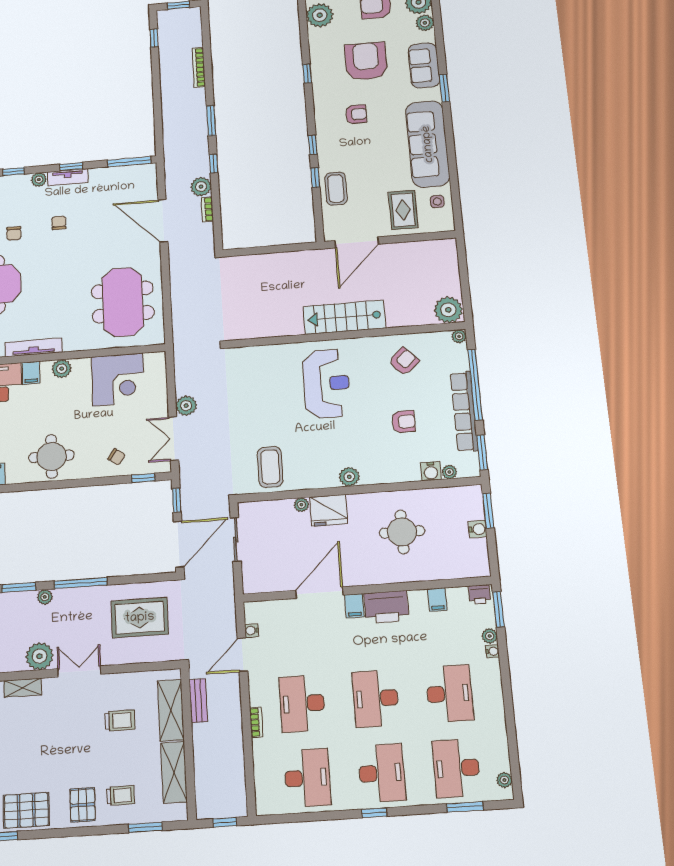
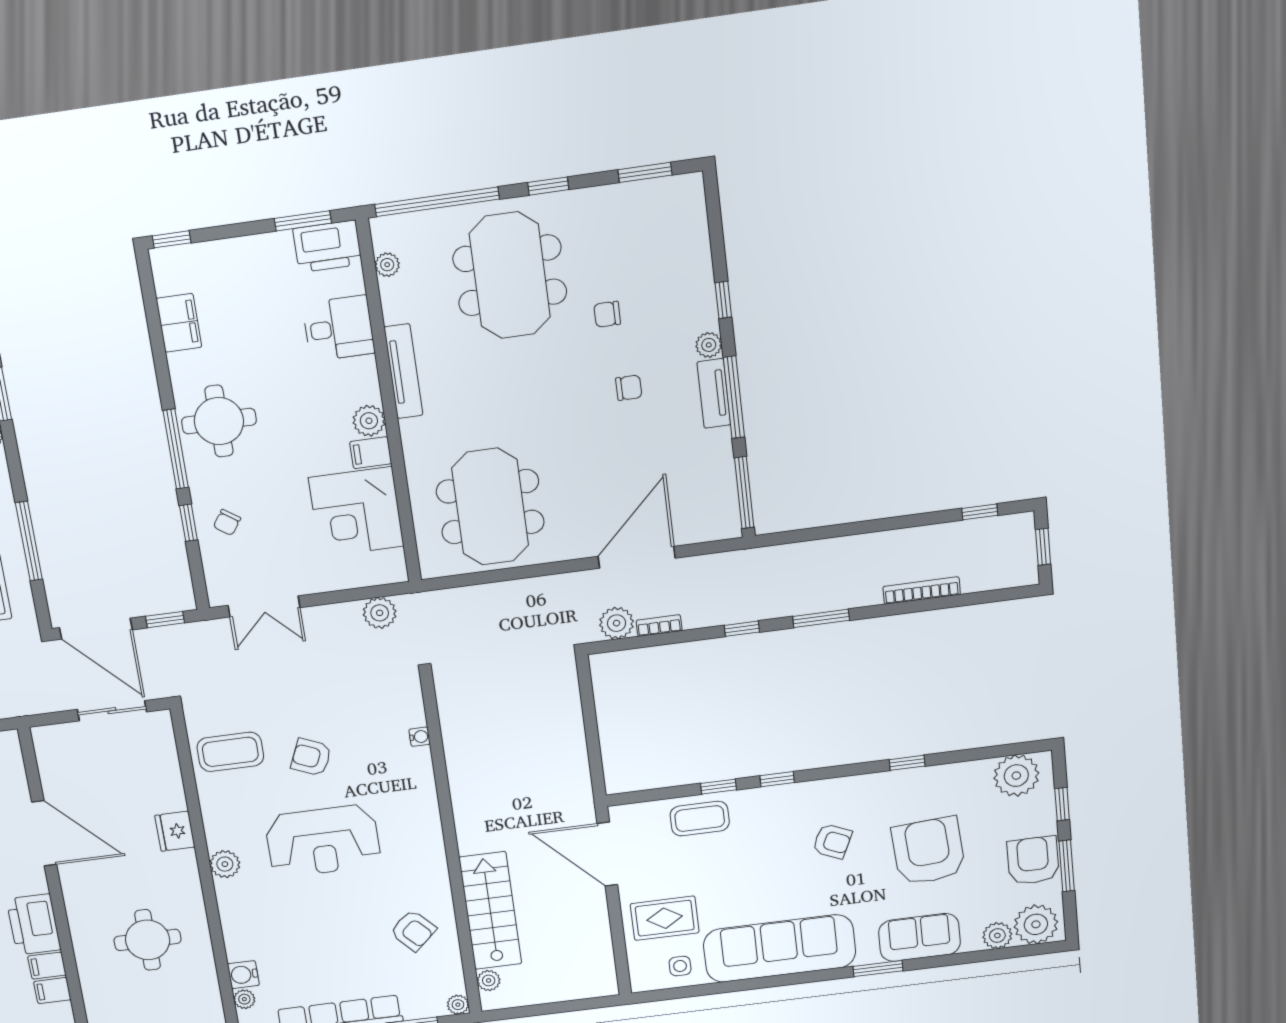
armchair: (366, 61) -> (928, 851), turned -94
armchair: (356, 114) -> (832, 841), turned -66
window: (71, 167) -> (734, 397), width x2.17
plant: (201, 187) -> (617, 623), moved
meeting table: (123, 302) -> (490, 507), turned 90
plant: (448, 310) -> (489, 980), width x0.53, depth x0.53
stairs: (344, 317) -> (490, 911), moved
water cooler: (269, 350) -> (420, 737), added
filing cabinet: (31, 373) -> (371, 453), moved
reception desk: (326, 384) -> (323, 841), moved
plant: (186, 406) -> (380, 613), moved
armchair: (403, 422) -> (311, 757), moved, turned 113
double door: (174, 439) -> (264, 606), swing flipped
window: (143, 478) -> (188, 523), moved
window: (66, 484) -> (176, 449), added
plant: (301, 505) -> (175, 800), removed
fridge: (329, 510) -> (175, 831), width x0.73, depth x0.75
window: (81, 583) -> (29, 541), moved
filing cabinet: (354, 606) -> (47, 966), moved

